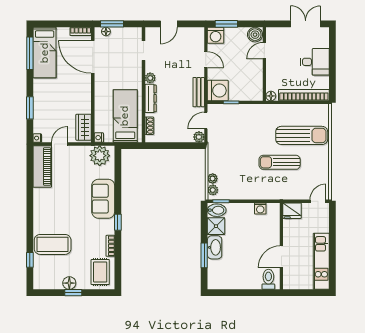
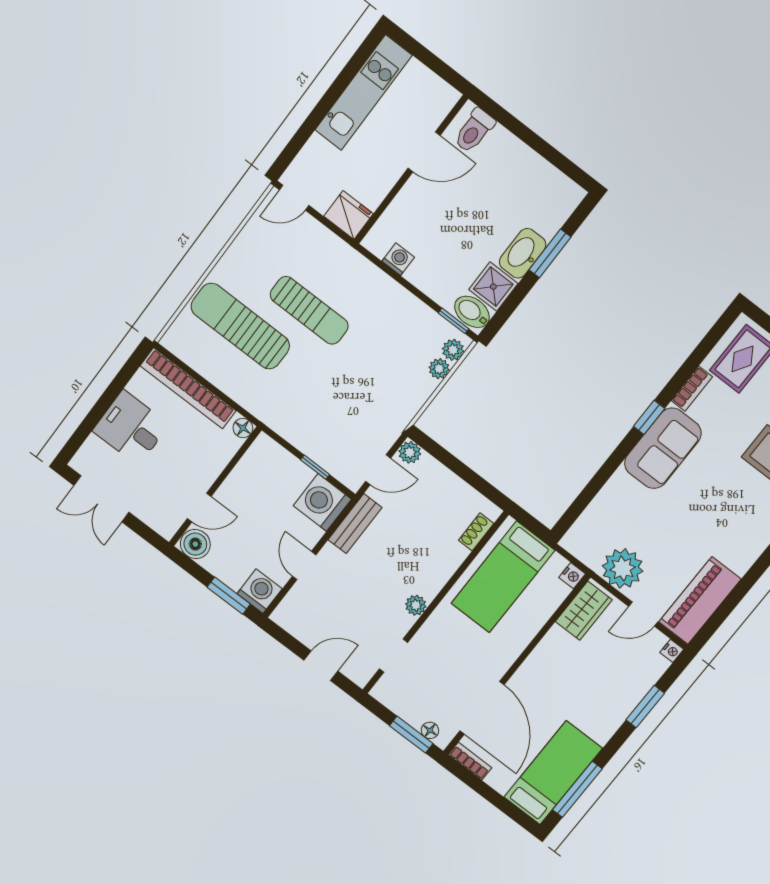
dresser: (151, 98) -> (440, 573), removed
plant: (100, 156) -> (623, 568), moved
sofa: (103, 199) -> (663, 448), moved

